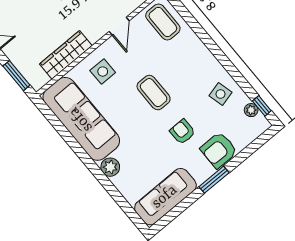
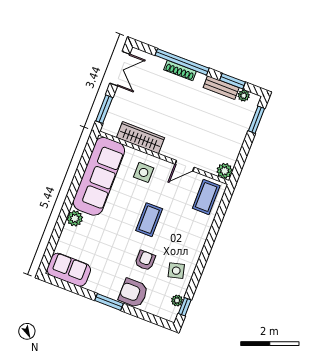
armchair: (182, 132) -> (145, 260), moved
sofa: (165, 197) -> (69, 270), width x0.73

